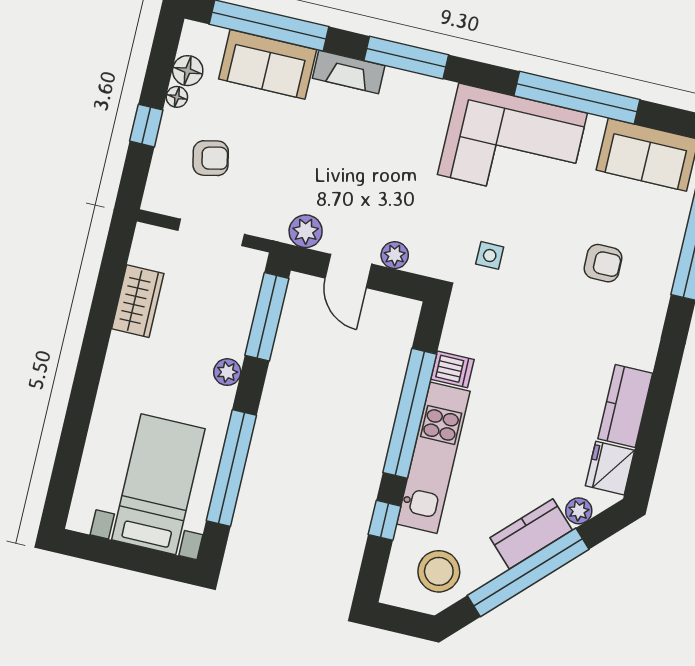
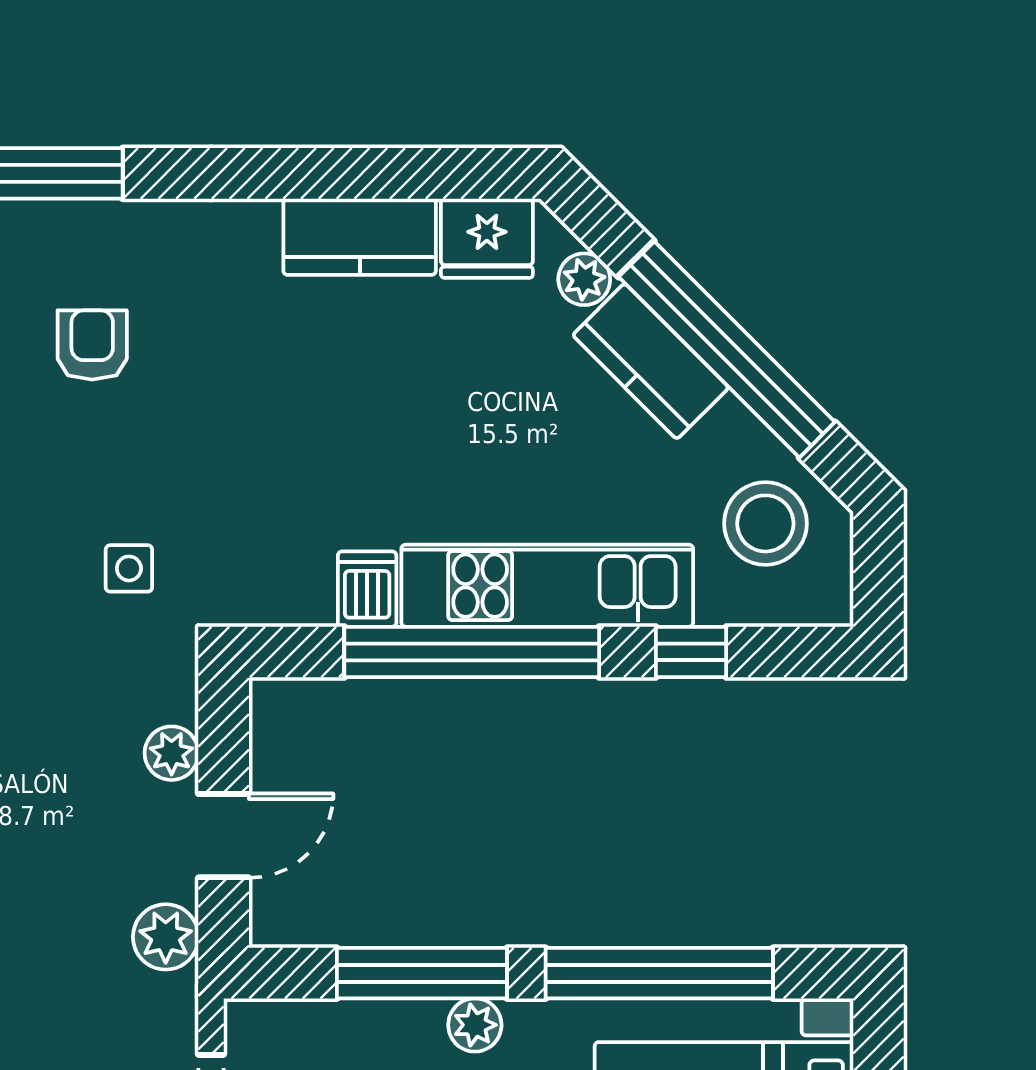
window: (267, 317) -> (422, 973), moved

